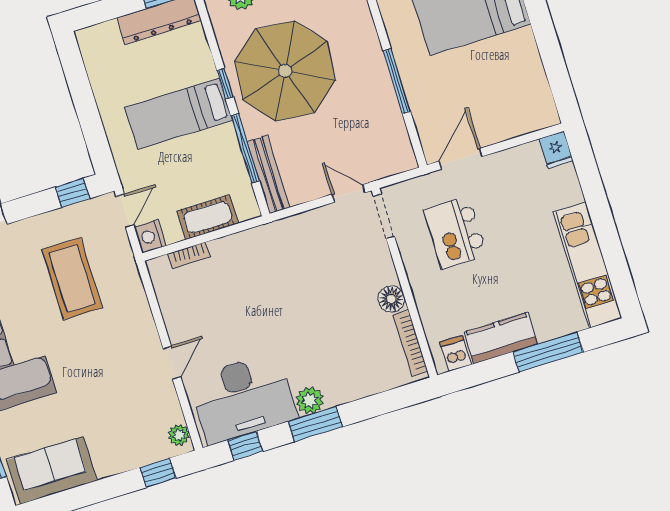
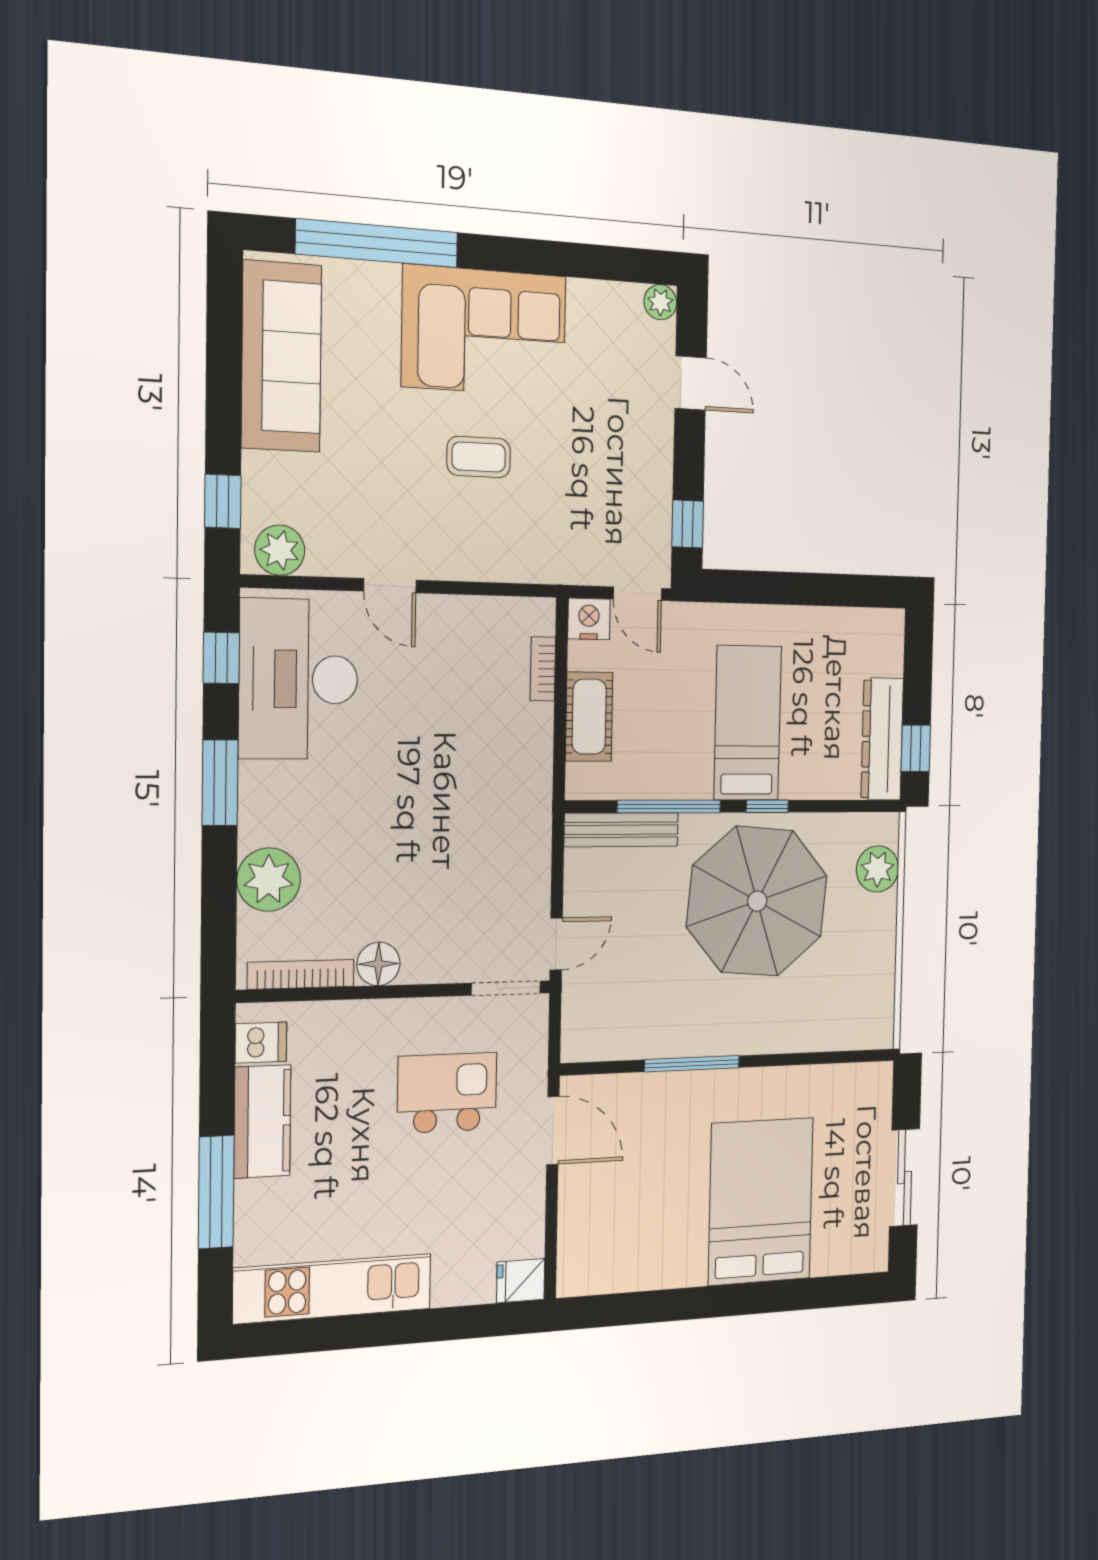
coffee table: (72, 279) -> (479, 457), moved, width x0.54, depth x0.58
plant: (310, 400) -> (269, 880), moved, width x1.36, depth x1.36
plant: (179, 435) -> (280, 550), width x1.38, depth x1.38
sofa: (52, 470) -> (281, 356), width x1.36

